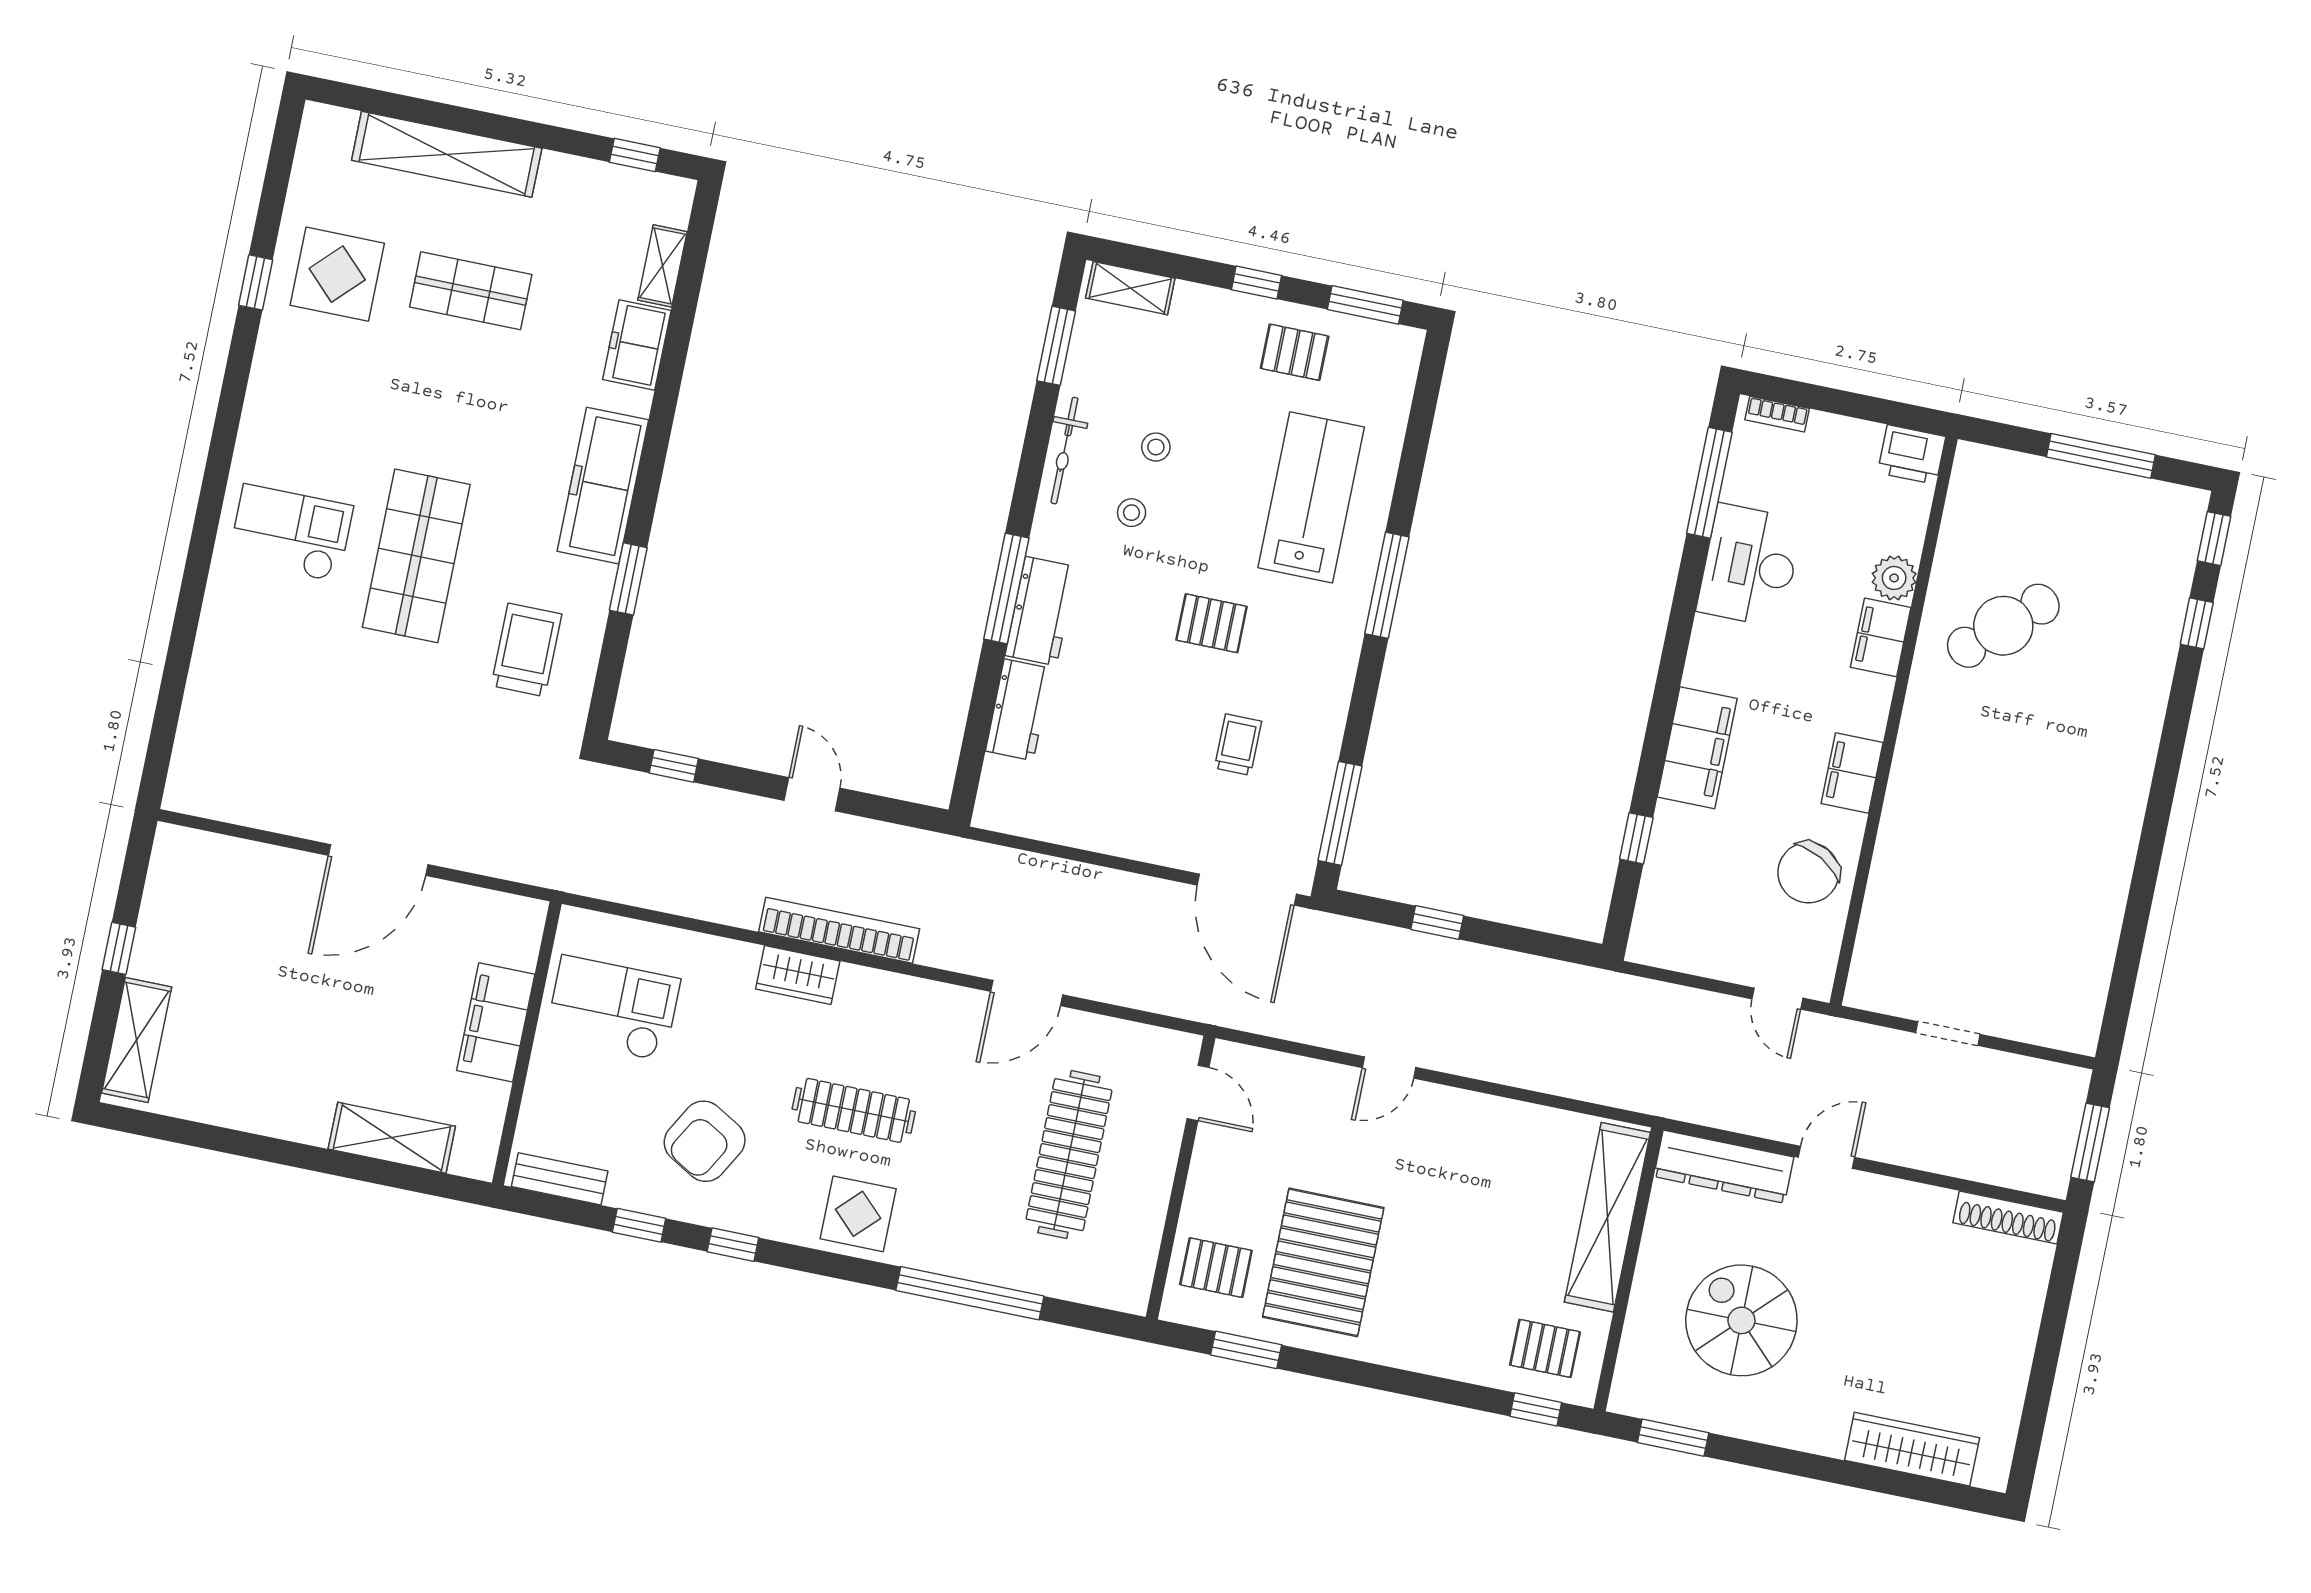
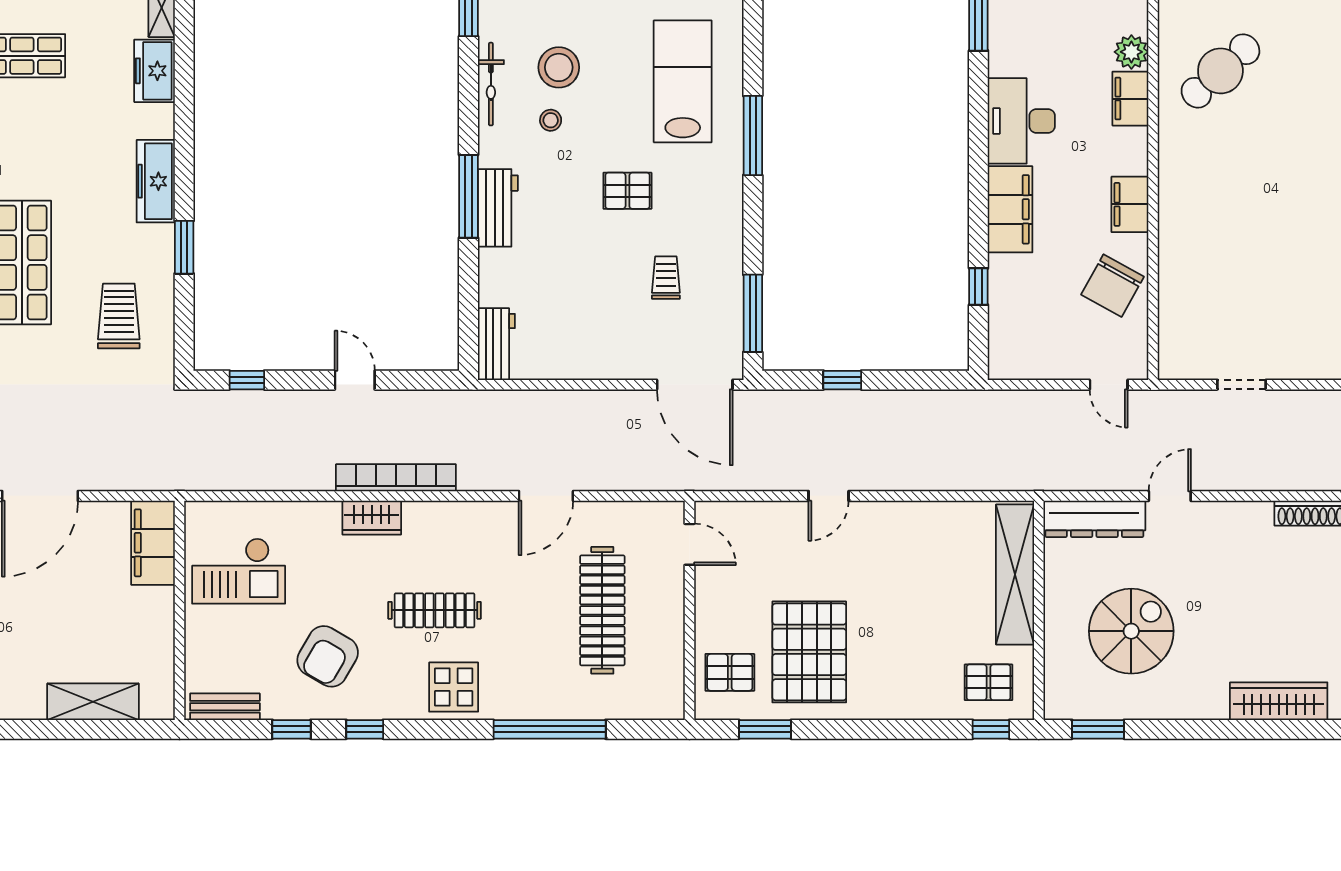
stool: (1156, 447) -> (559, 67), width x1.89, depth x1.89
freezer: (603, 486) -> (156, 181), width x0.73, depth x0.79
desk: (1750, 565) -> (1021, 121), moved
workbench: (1019, 710) -> (496, 344), moved
checkout: (613, 1008) -> (239, 571), turned 180
filing cabinet: (496, 1022) -> (153, 543), moved
spiral stairs: (1741, 1320) -> (1131, 631), turned 90

